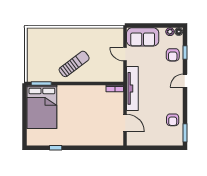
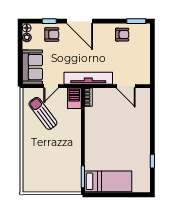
sun lounger: (74, 64) -> (43, 113), moved
barbecue: (114, 76) -> (74, 98), added
door: (185, 81) -> (80, 21), width x1.88
bed: (42, 107) -> (108, 181), width x0.67
door: (125, 123) -> (126, 86), swing flipped

